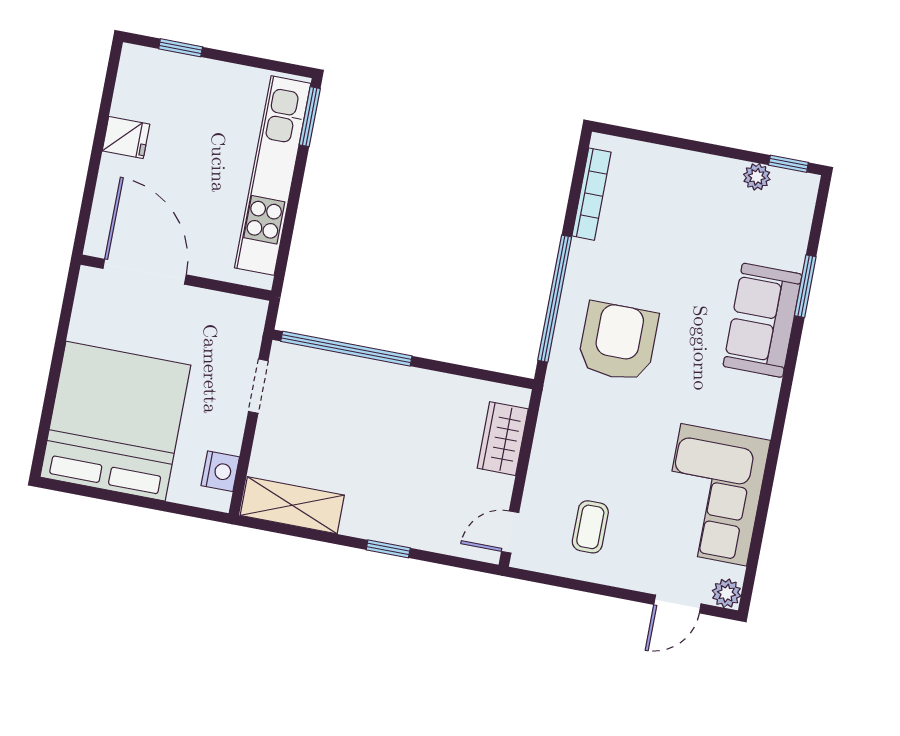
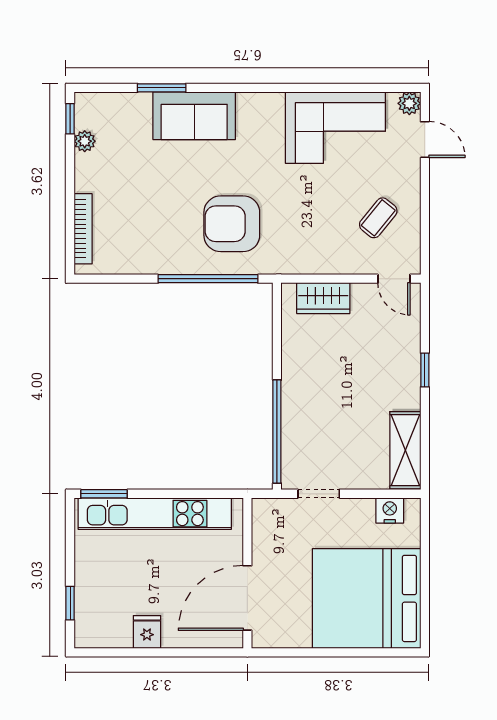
bookcase: (592, 194) -> (83, 229), moved, turned 90
coffee table: (590, 527) -> (378, 218), turned -51

